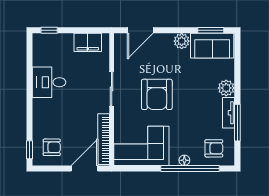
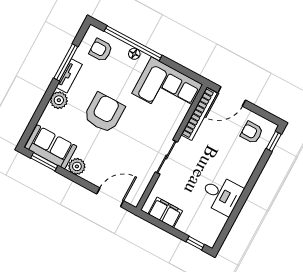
armchair: (157, 94) -> (104, 113), moved

